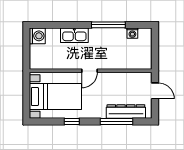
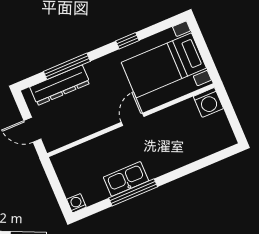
washing machine: (132, 33) -> (76, 203), moved
kitchen sink: (74, 35) -> (126, 179), moved
washing machine: (37, 36) -> (208, 102), moved, turned -90

